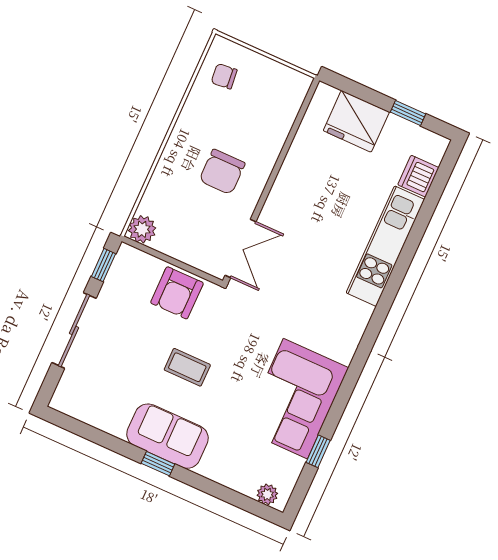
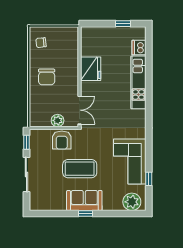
fridge: (356, 121) -> (91, 69), moved, turned -90
chair: (222, 172) -> (47, 77), moved
plant: (142, 229) -> (58, 120), moved
coffee table: (187, 367) -> (80, 169), width x1.86, depth x1.72
plant: (267, 494) -> (132, 202), width x1.88, depth x1.88

